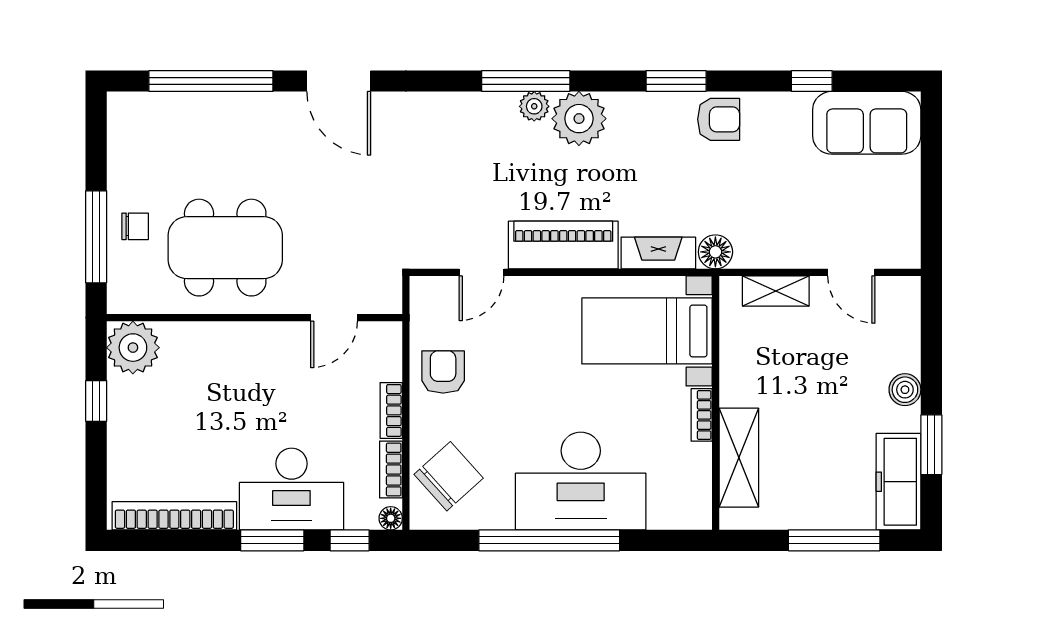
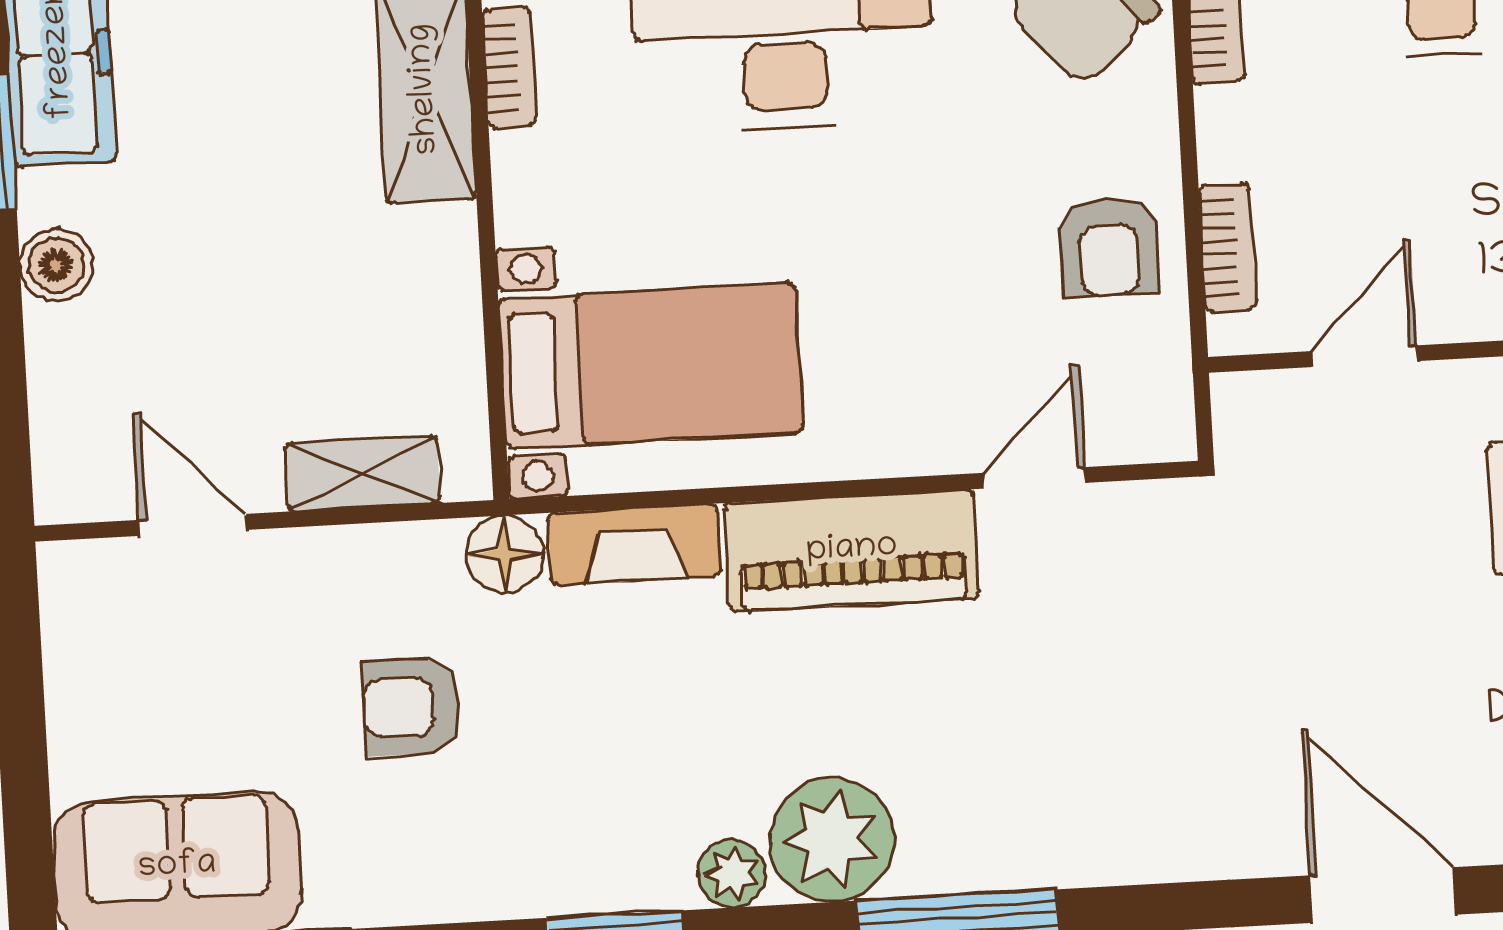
plant: (534, 106) -> (732, 874), moved
armchair: (719, 119) -> (412, 707), moved
bookcase: (391, 410) -> (1227, 247), moved
bookcase: (702, 415) -> (509, 67), moved

